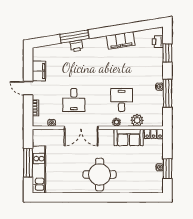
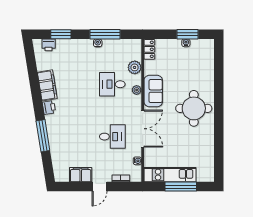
printer: (76, 46) -> (49, 107), moved
sofa: (129, 137) -> (153, 91), moved
kitchen unit: (39, 170) -> (170, 175), moved

